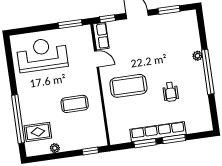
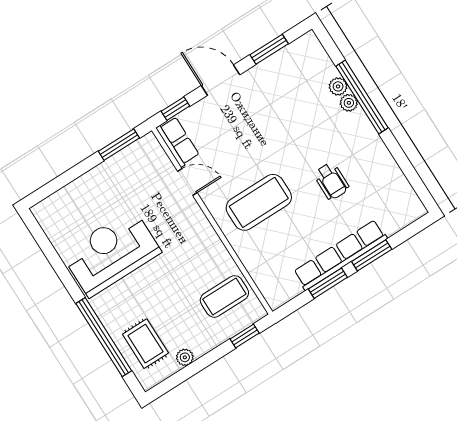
plant: (196, 45) -> (338, 86), added
reception desk: (42, 55) -> (111, 253), moved
window: (208, 72) -> (362, 97), moved
coffee table: (75, 104) -> (224, 296), moved
rug: (38, 132) -> (145, 344), turned 90

